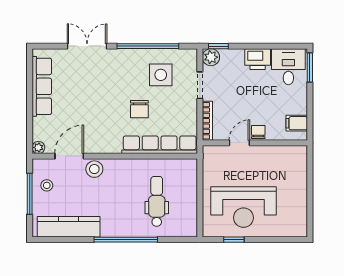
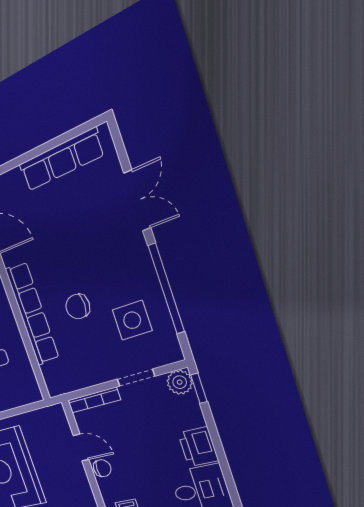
row of seats: (160, 145) -> (32, 314), moved

